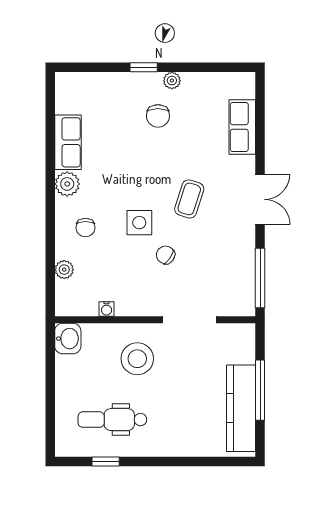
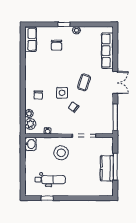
chair: (158, 116) -> (57, 45), moved
row of seats: (242, 127) -> (107, 51), width x1.48
row of seats: (68, 142) -> (31, 39), moved
plant: (67, 184) -> (30, 124), moved
kitchen counter: (241, 408) -> (107, 168), width x0.67
dental chair: (112, 420) -> (50, 180), turned 180

